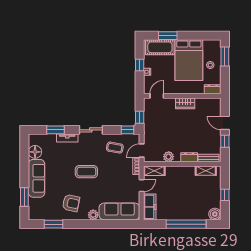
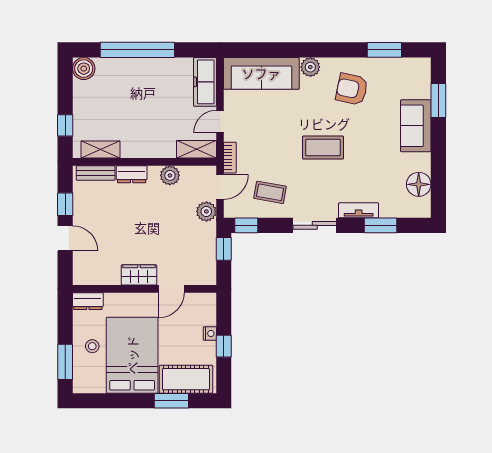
door: (157, 96) -> (171, 289), moved
plant: (149, 137) -> (206, 211), added
sofa: (37, 178) -> (416, 126), width x0.73
window: (225, 195) -> (65, 125), moved

